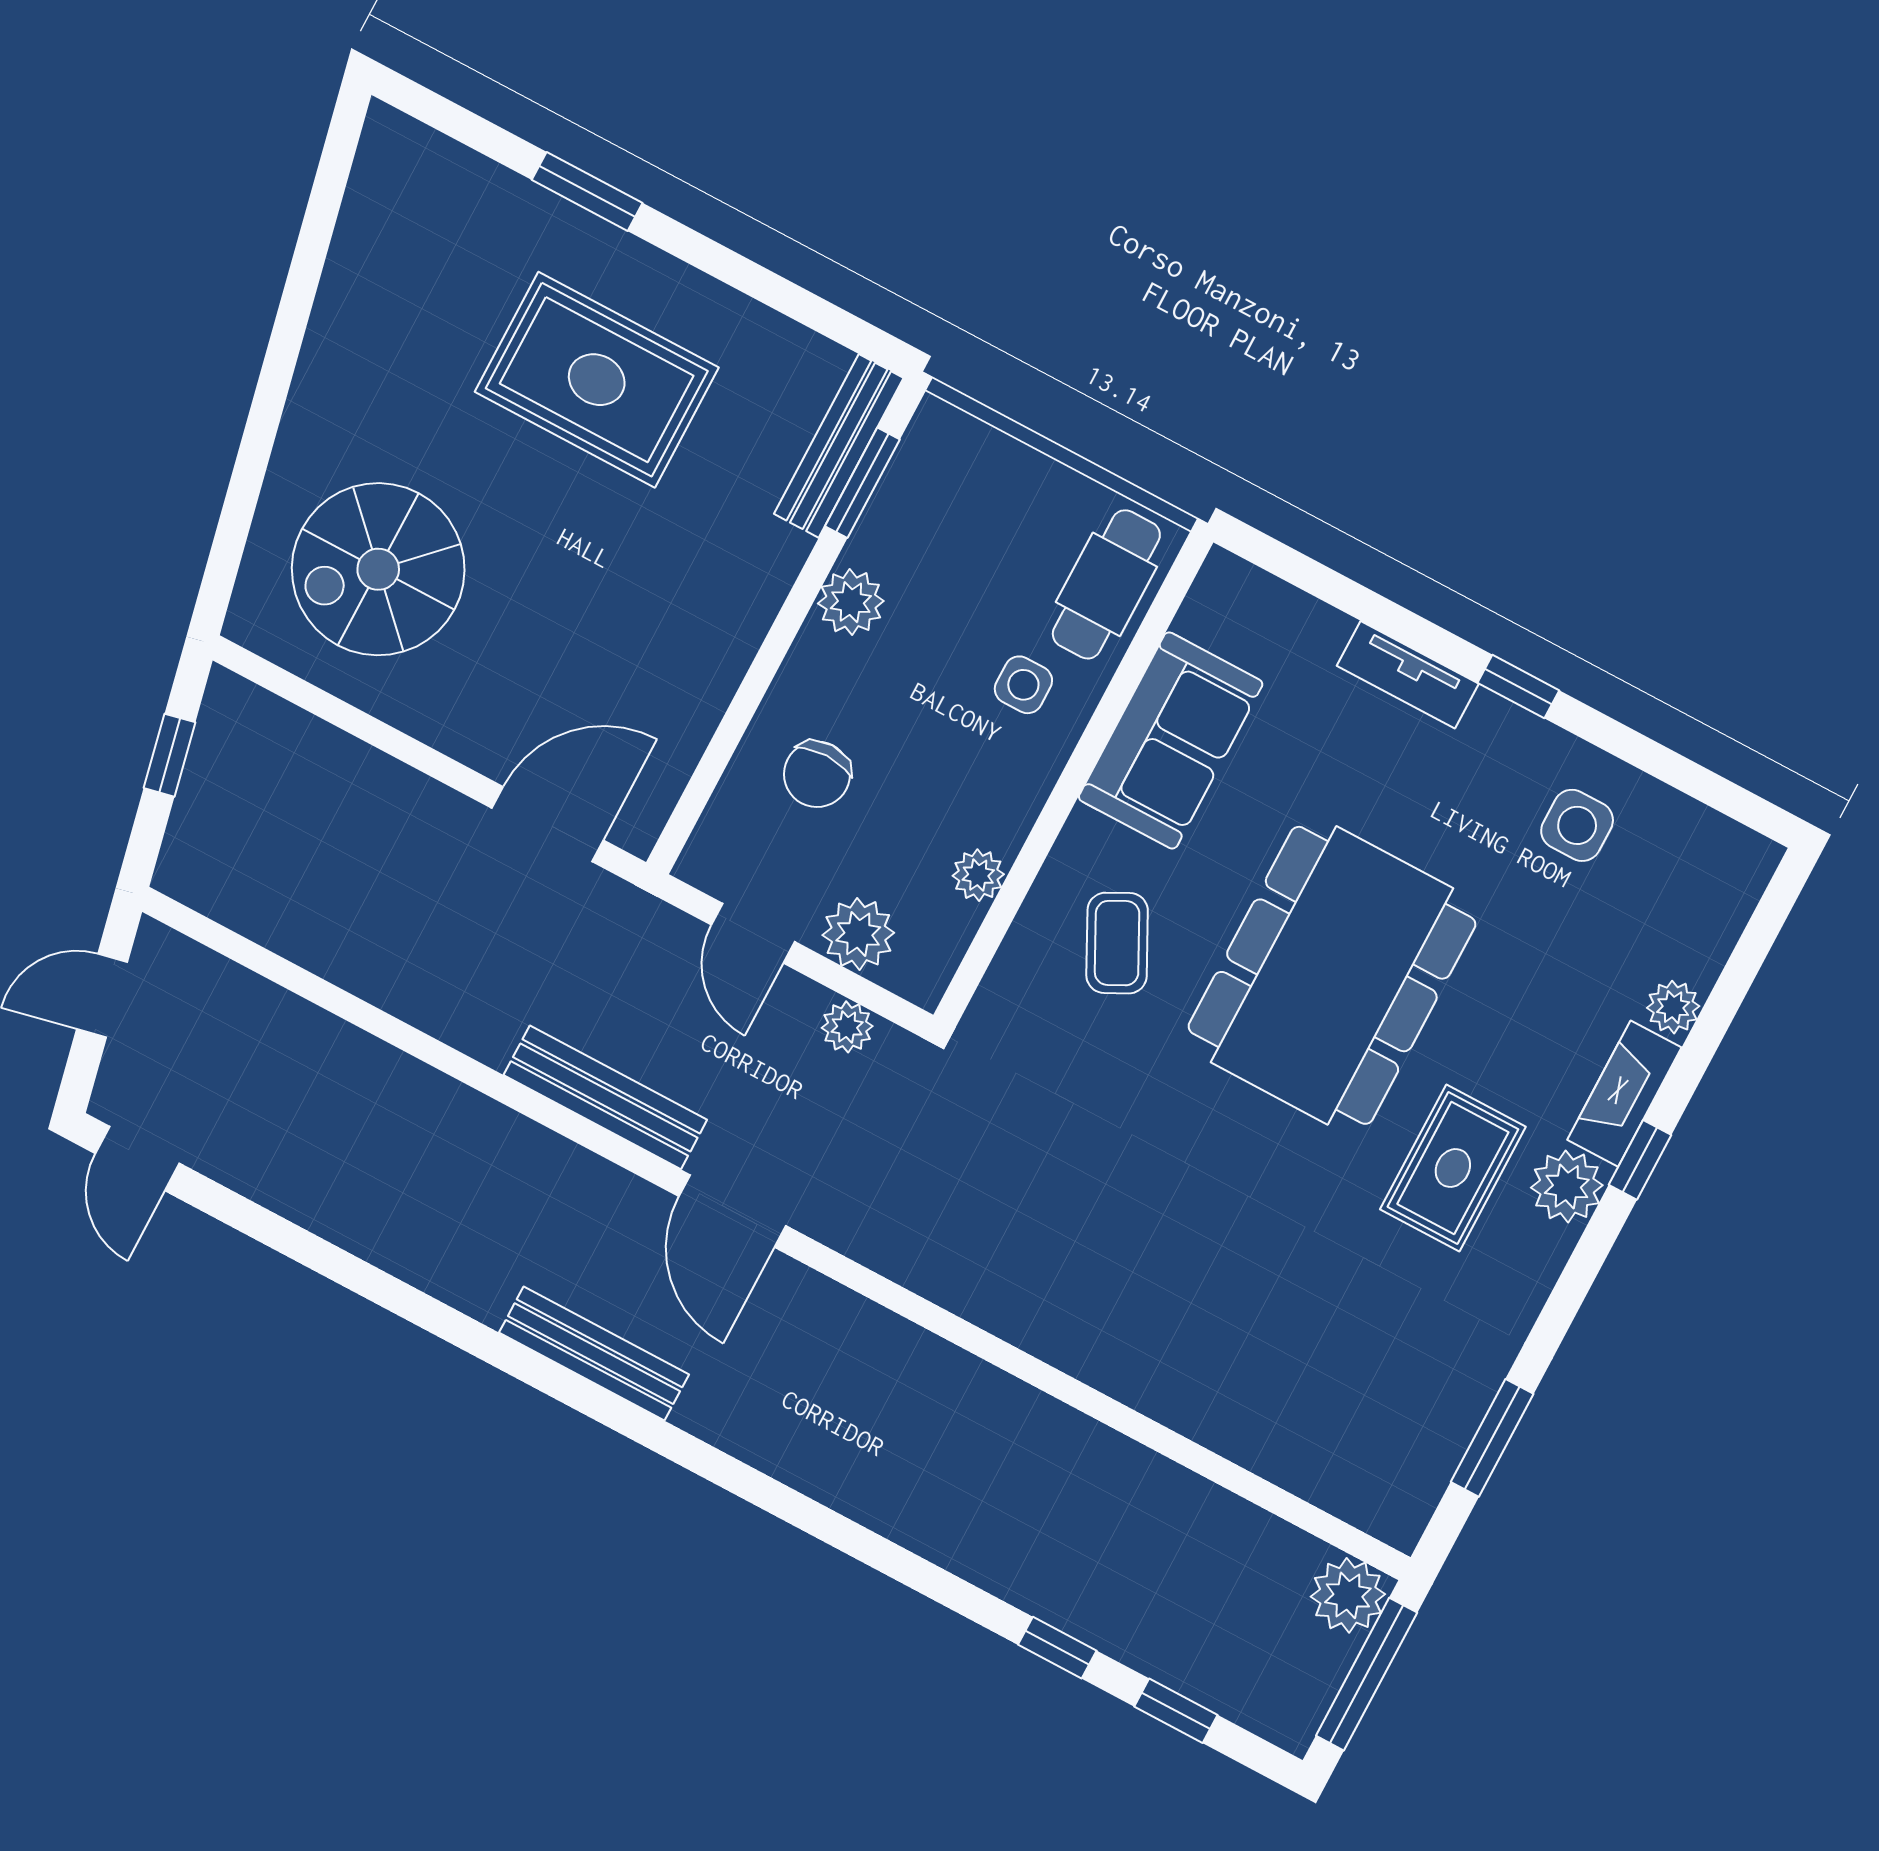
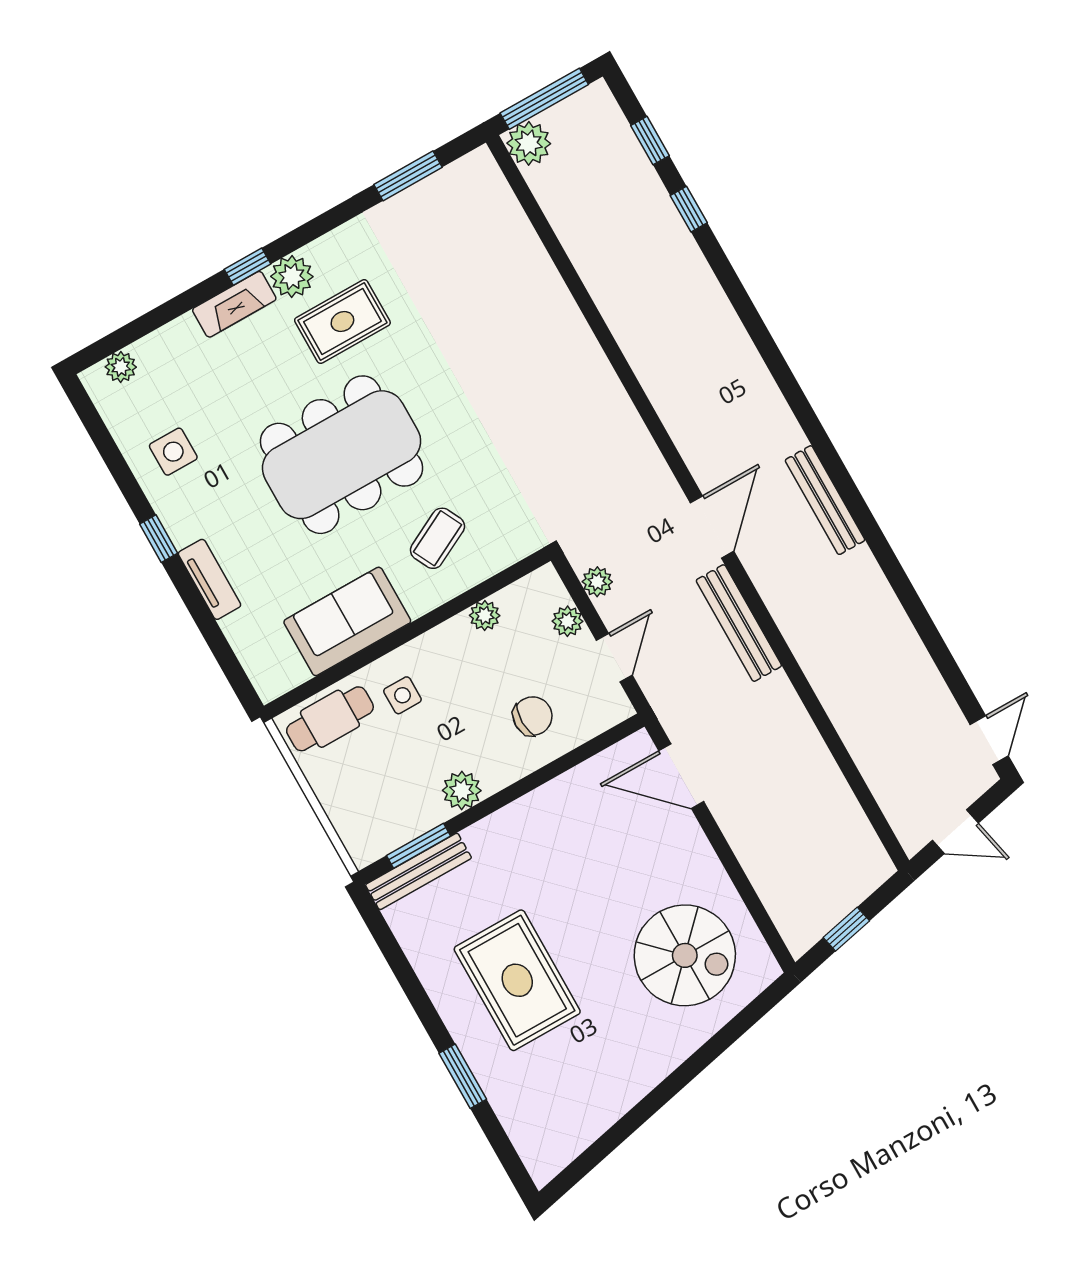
plant: (858, 934) -> (567, 621), width x0.73, depth x0.73
plant: (1673, 1007) -> (121, 367), moved

